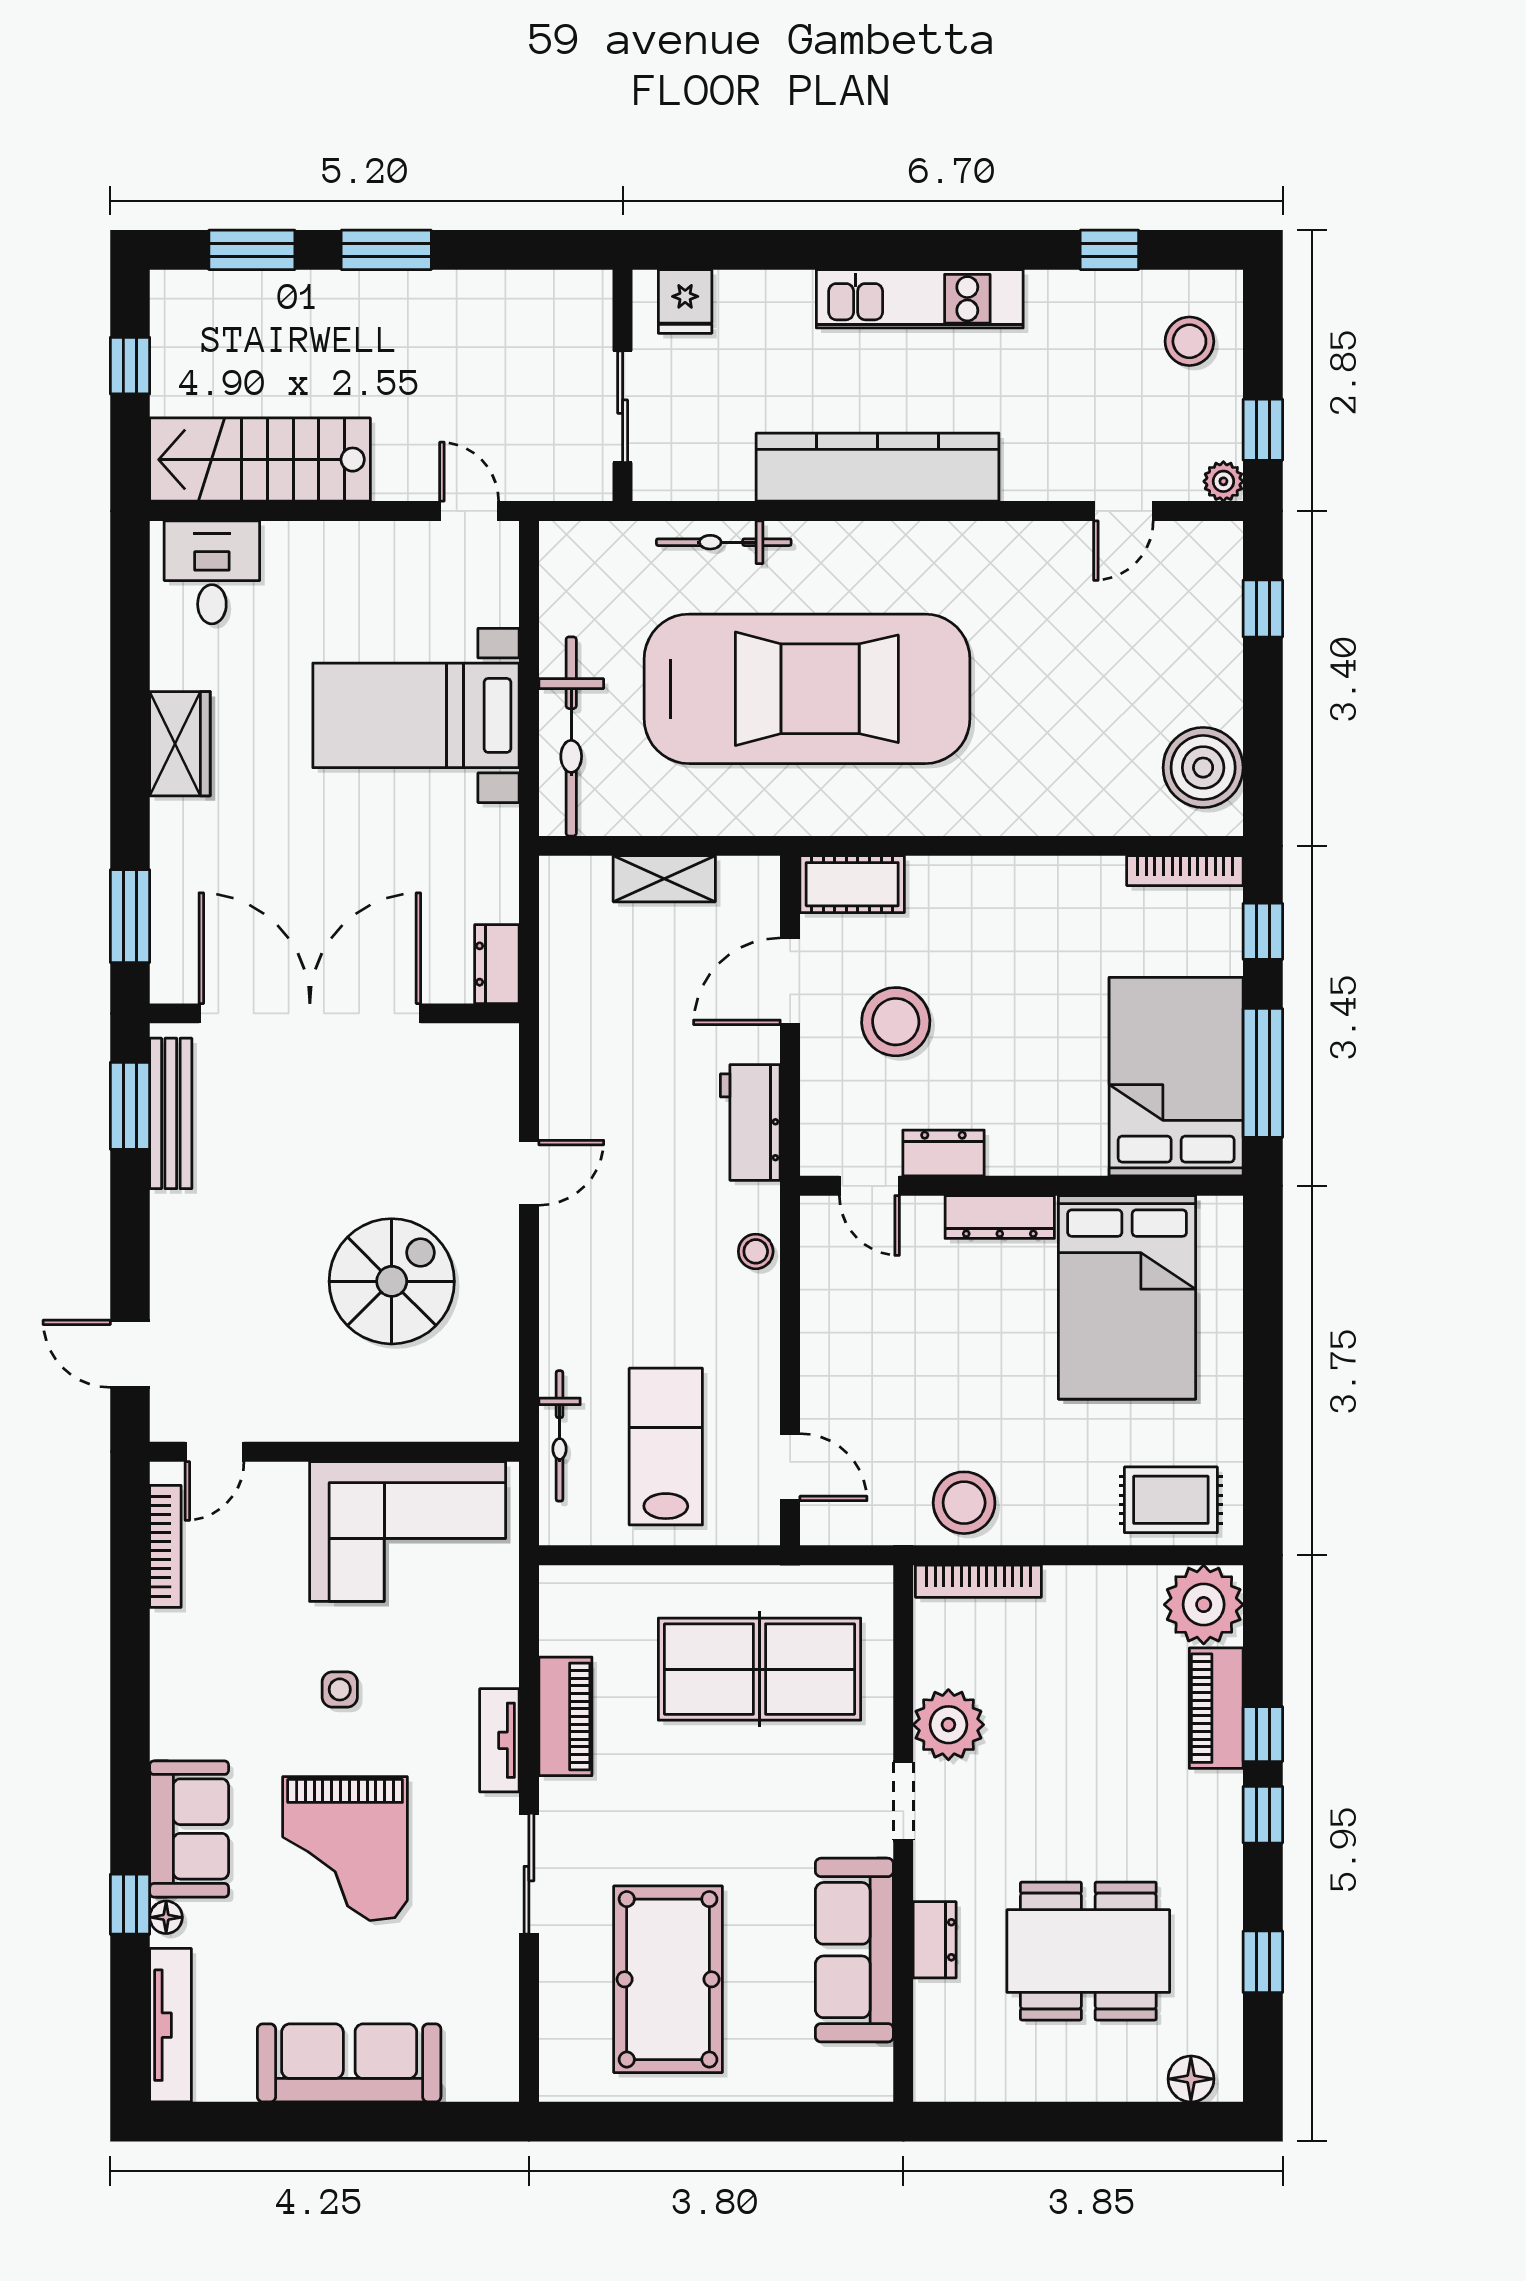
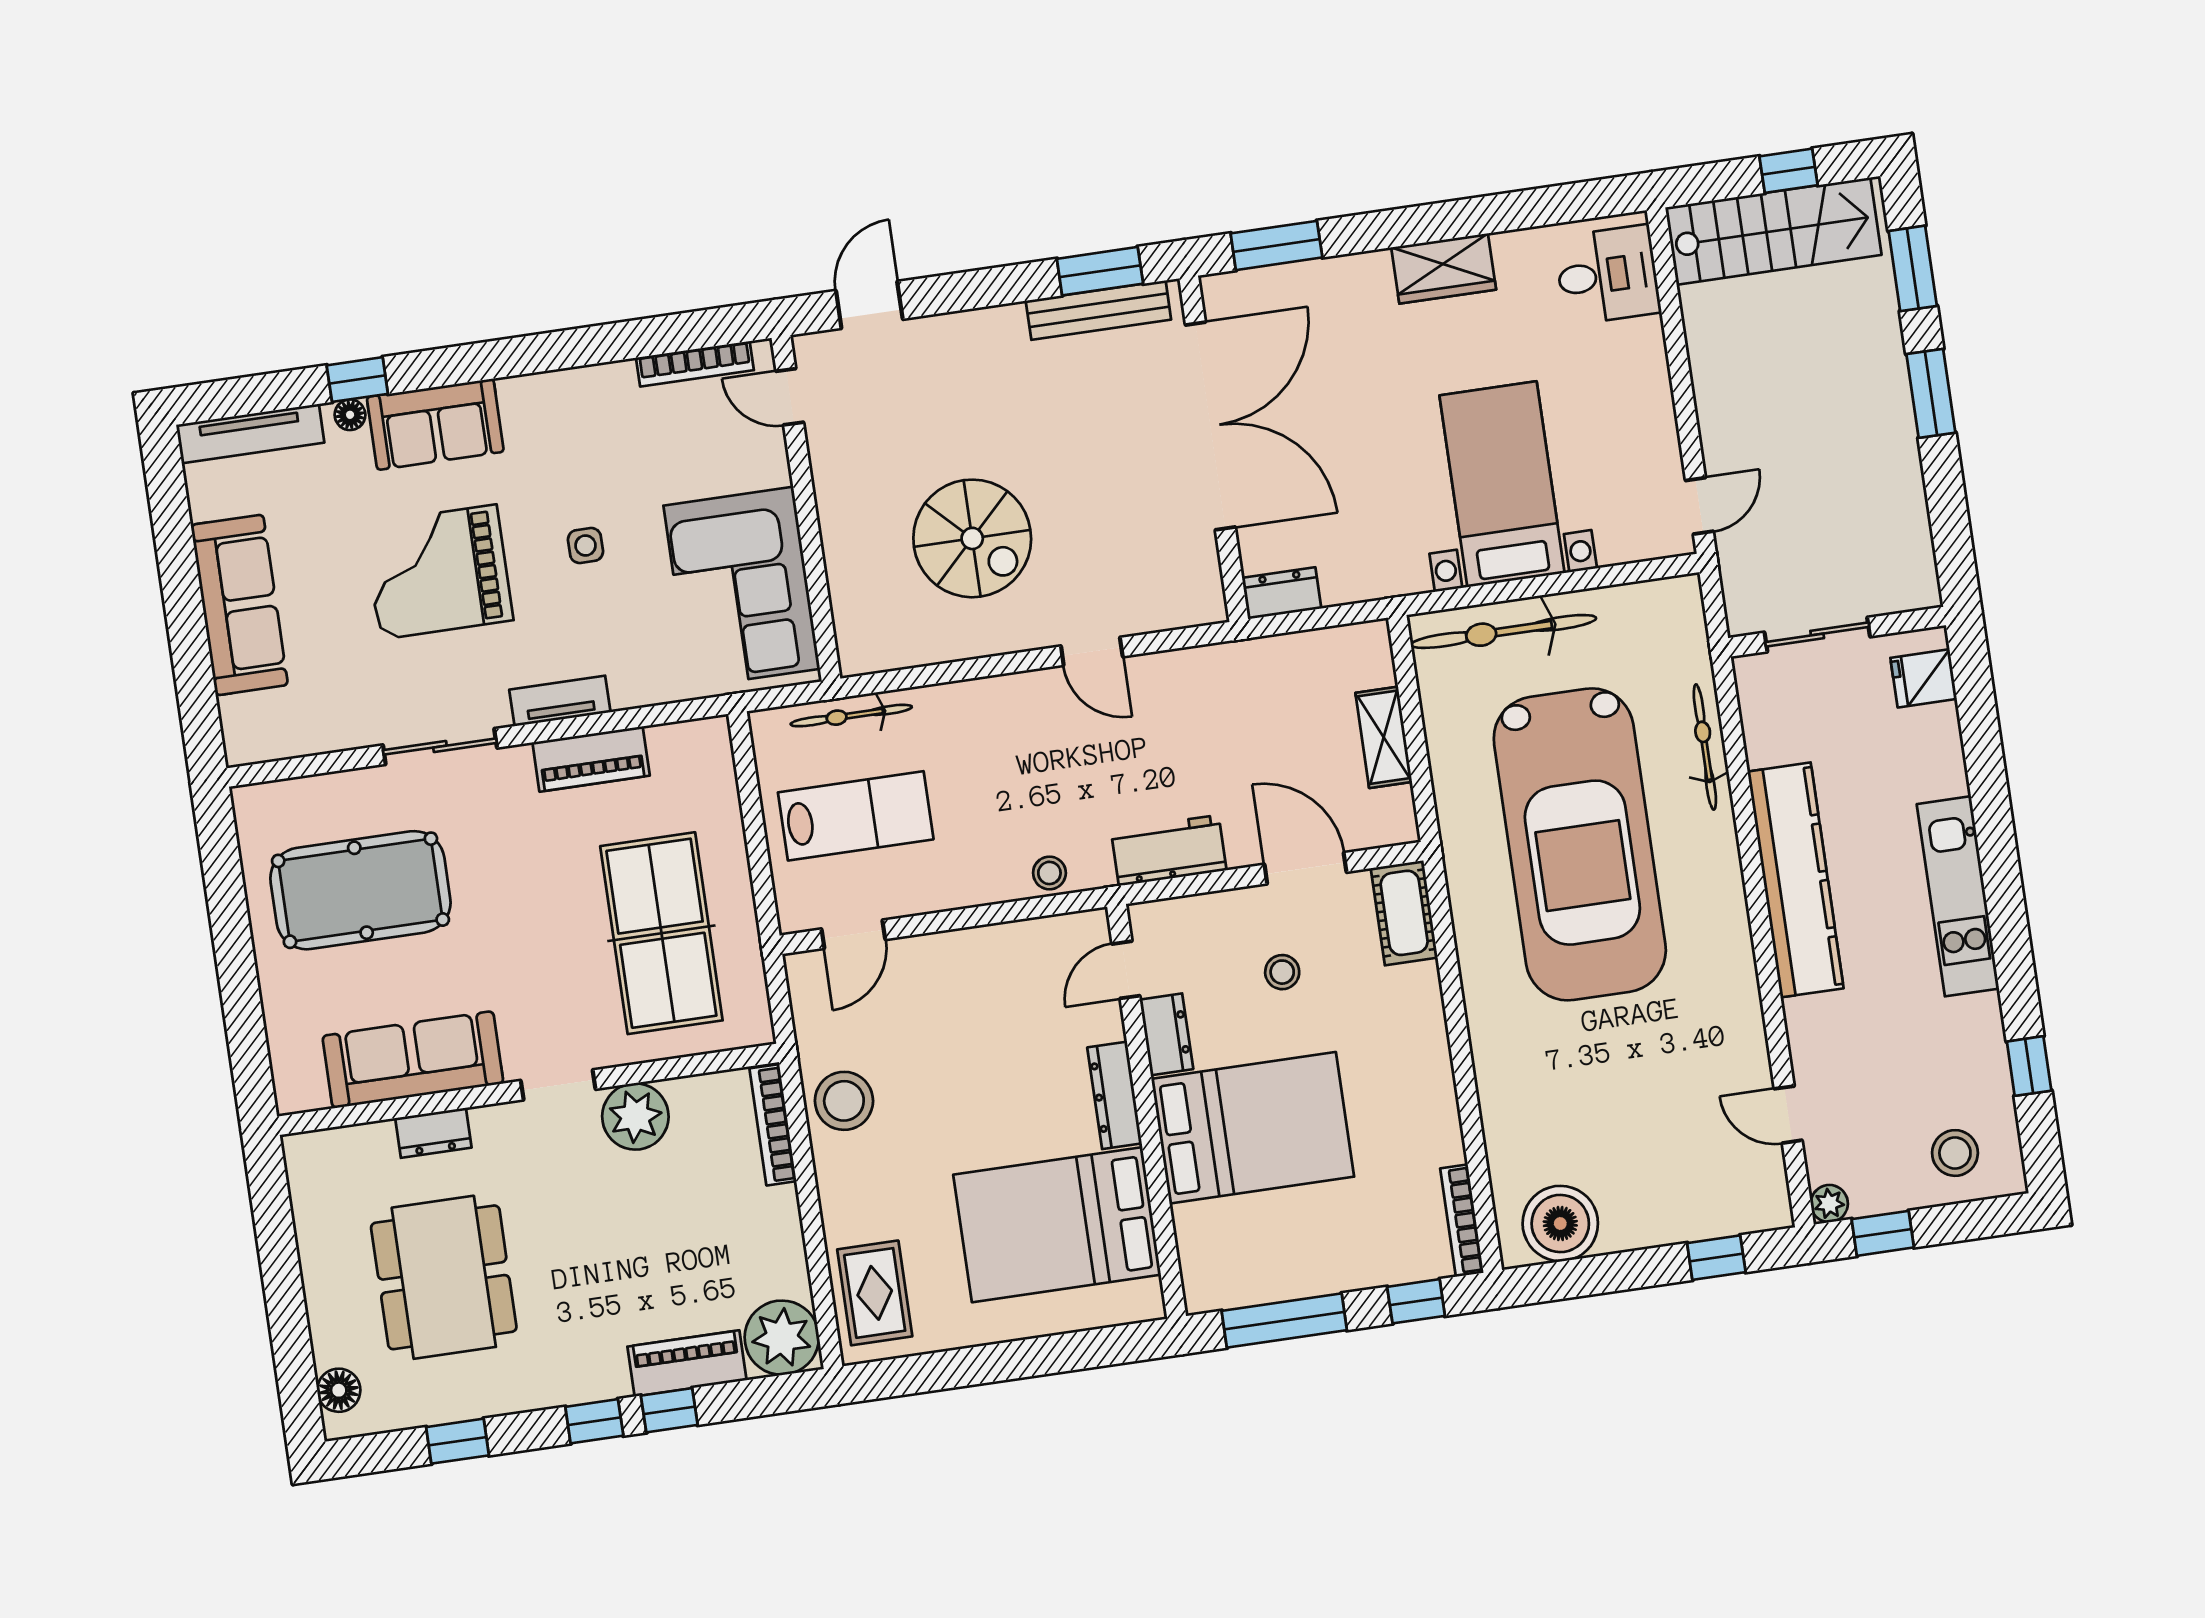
stairs: (260, 460) -> (1773, 231), moved, turned 90
stool: (896, 1022) -> (1282, 972), width x0.53, depth x0.53
bed: (1176, 1077) -> (1253, 1128), moved

